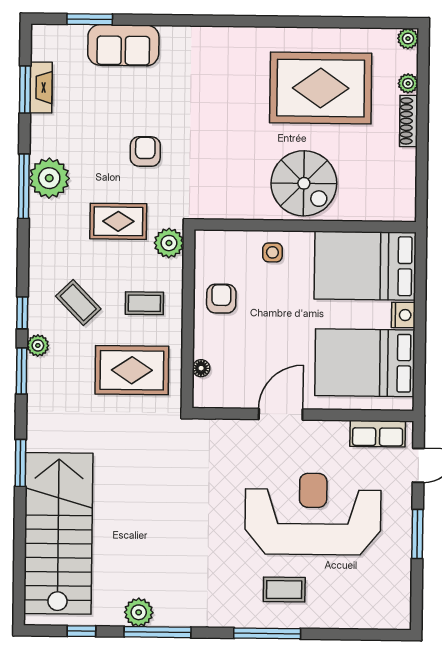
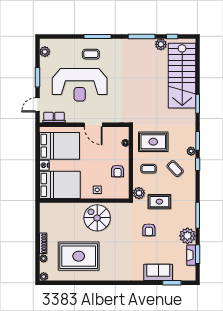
plant: (49, 178) -> (187, 236), moved
spiral stairs: (304, 183) -> (97, 218), moved
door: (281, 414) -> (93, 125), hinge flipped
plant: (398, 597) -> (45, 52), added
plant: (139, 612) -> (161, 44), moved

